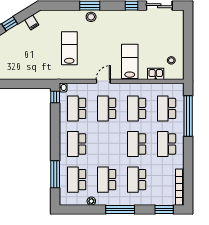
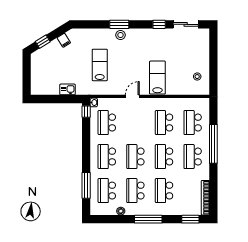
kitchen sink: (156, 74) -> (67, 89), moved
school desk: (107, 108) -> (135, 157), moved
window: (188, 116) -> (213, 144), moved

